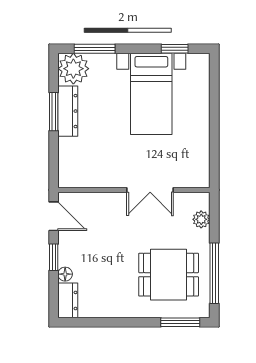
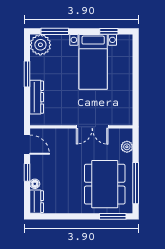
dresser: (68, 111) -> (37, 97), moved
dining table: (169, 275) -> (105, 184), width x1.38

